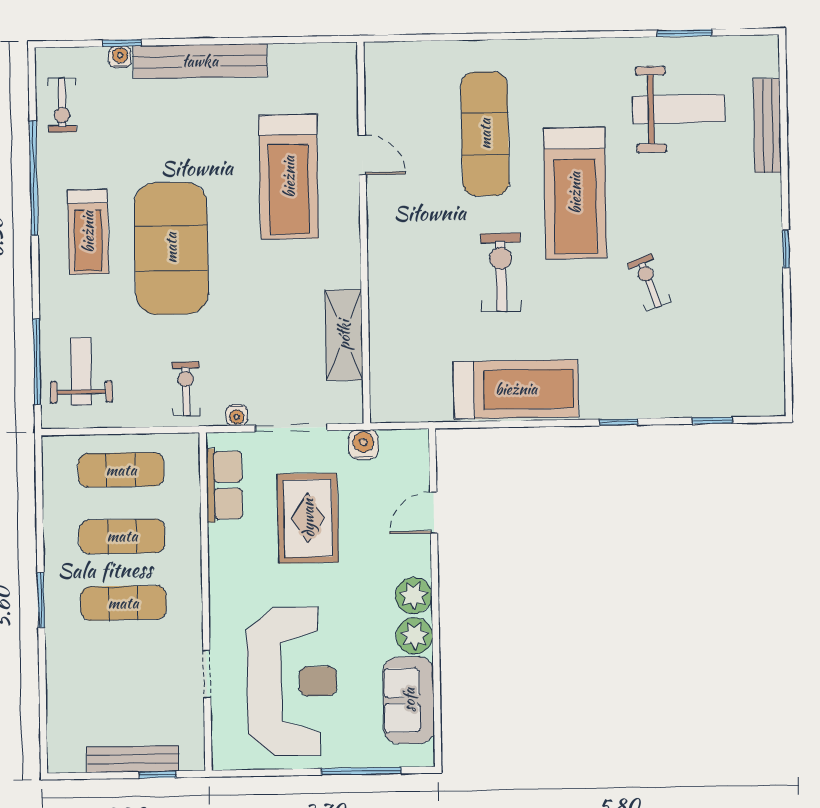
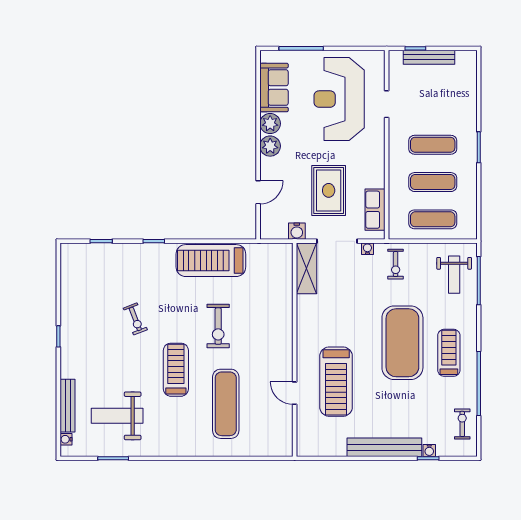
water cooler: (769, 65) -> (66, 439), added
treadmill: (289, 177) -> (336, 382), turned 180
treadmill: (575, 193) -> (176, 370), width x0.73, depth x0.73
shelving: (344, 335) -> (307, 268), moved

